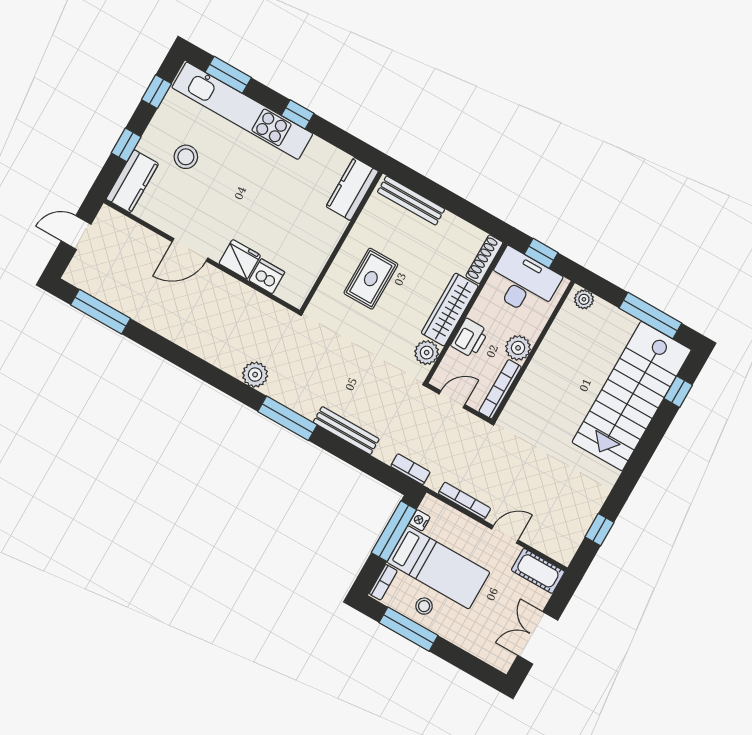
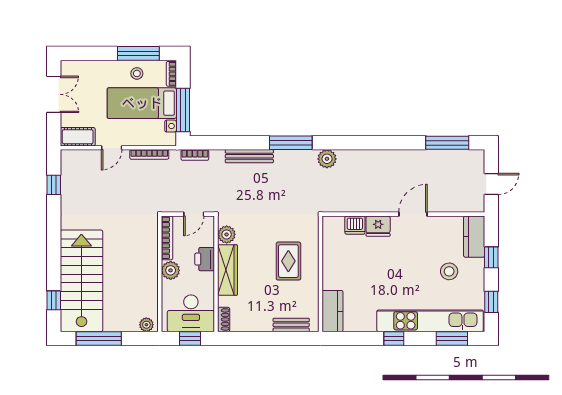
bench: (411, 201) -> (291, 325), width x0.73
shoe rack: (484, 259) -> (224, 319), width x0.70

